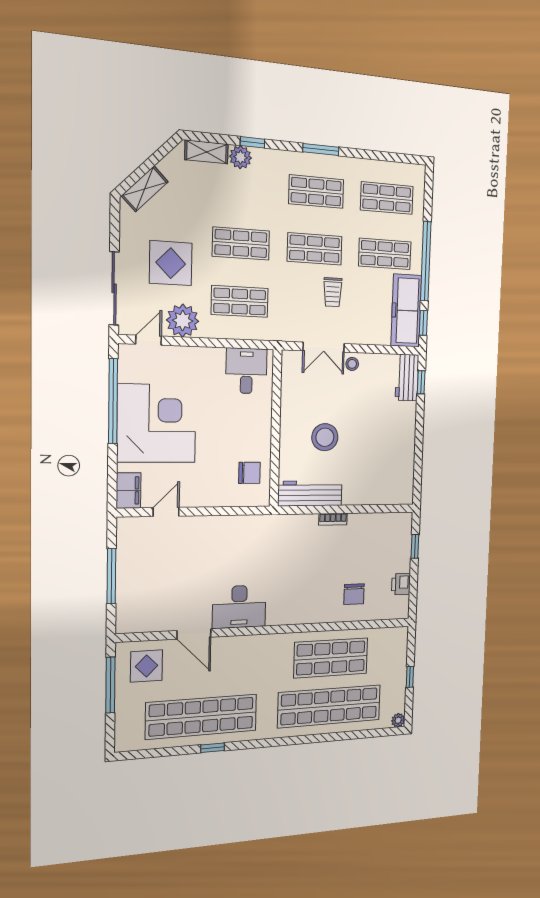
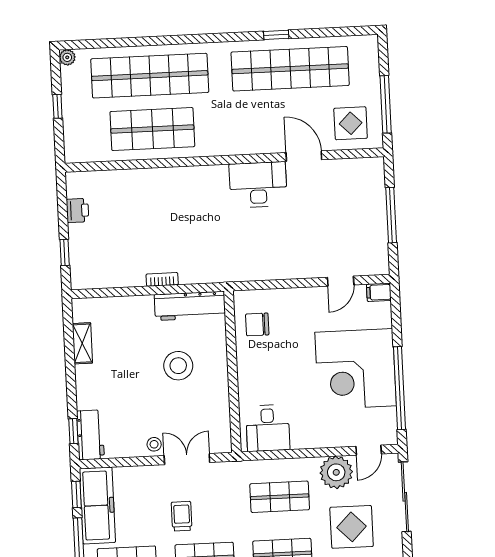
shelving: (407, 463) -> (82, 343), added
filing cabinet: (129, 490) -> (379, 292), width x0.50
chair: (354, 594) -> (132, 199), removed

